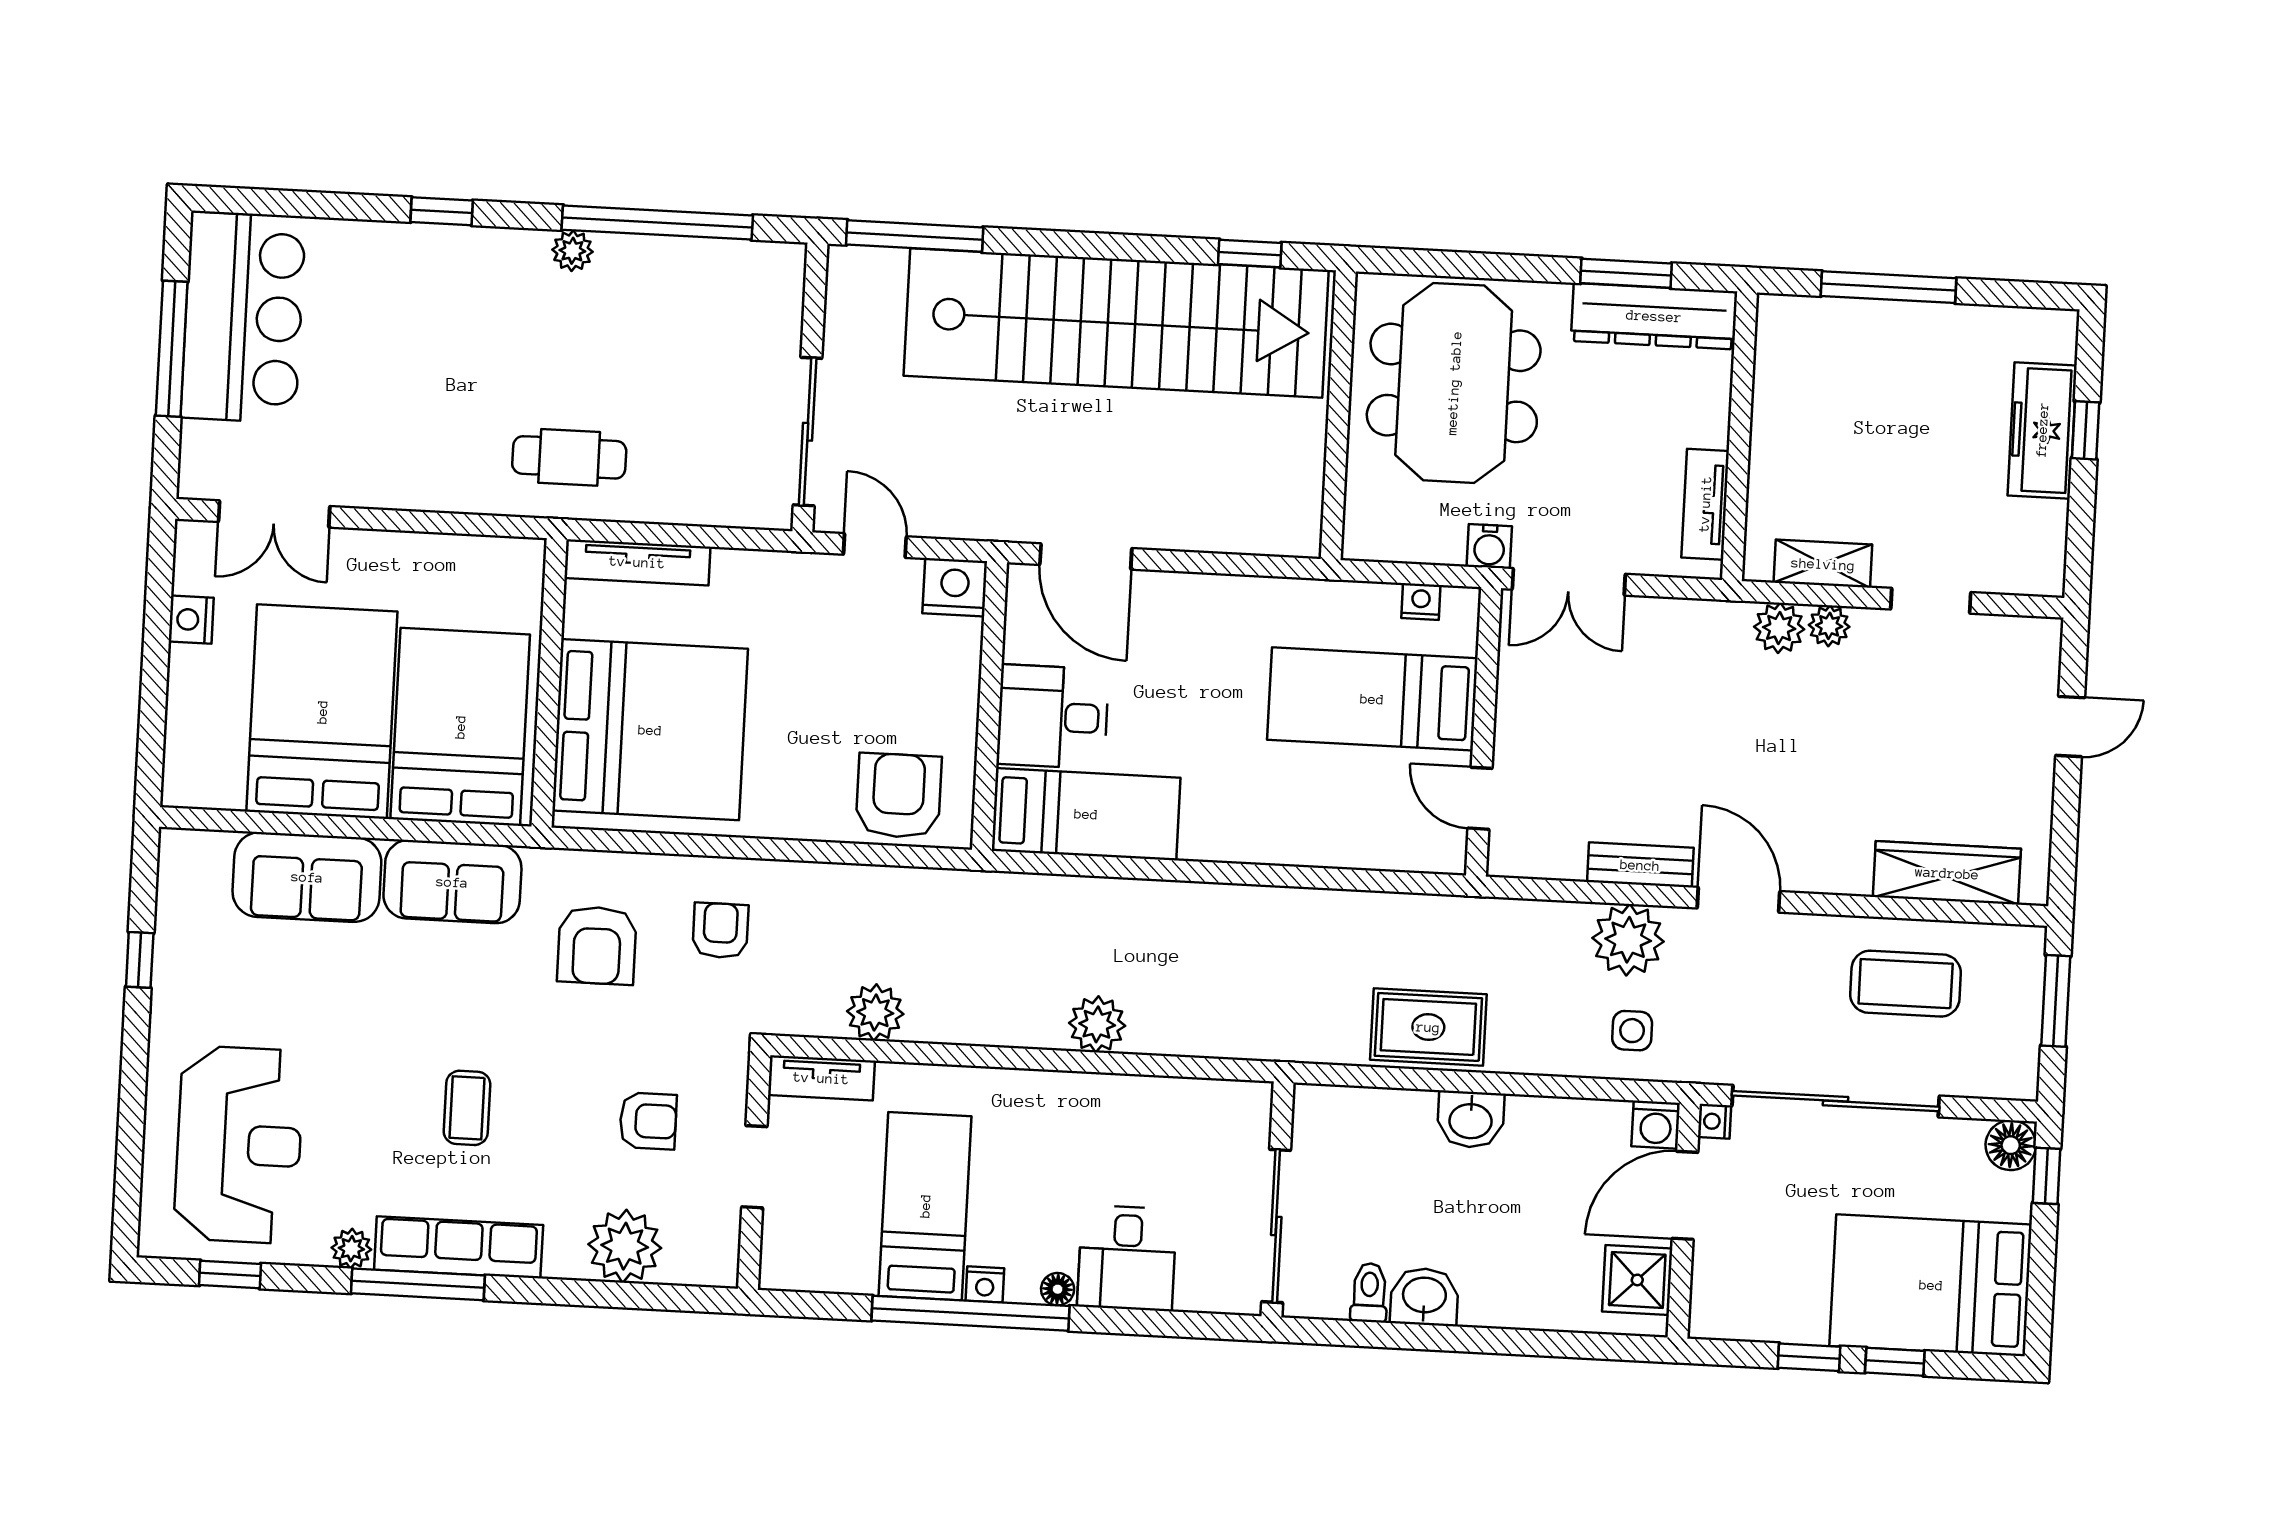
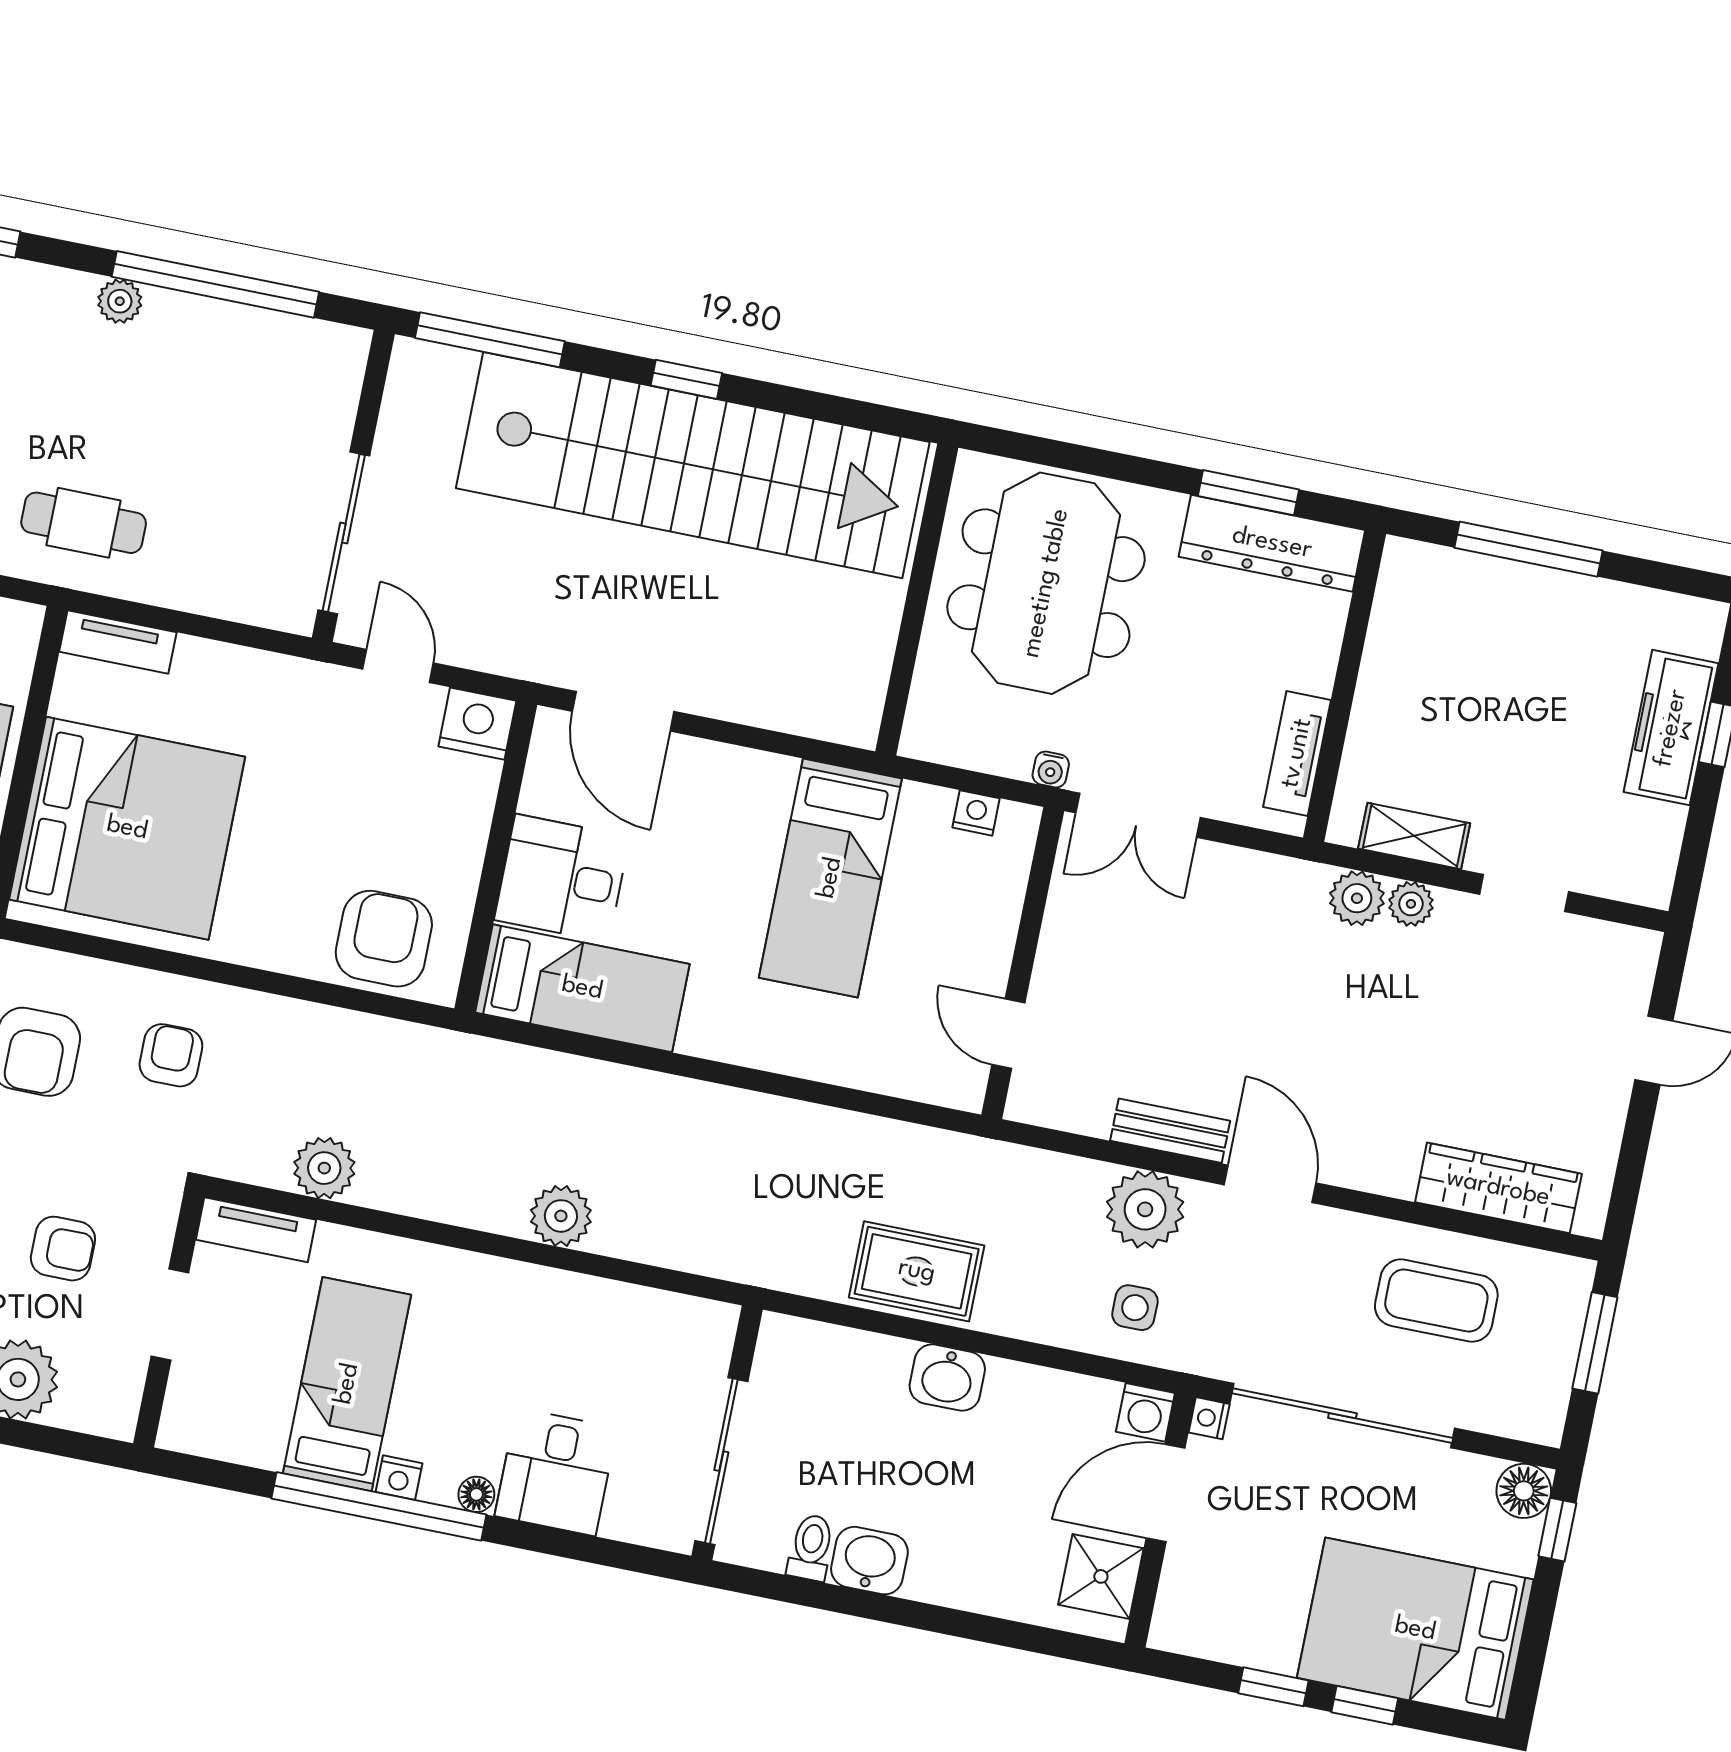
window: (1250, 254) -> (686, 379), moved
water cooler: (1489, 546) -> (1051, 770), width x0.72, depth x0.72
tv unit: (637, 562) -> (118, 642), width x0.71
bed: (1372, 699) -> (830, 878), moved, turned -90

